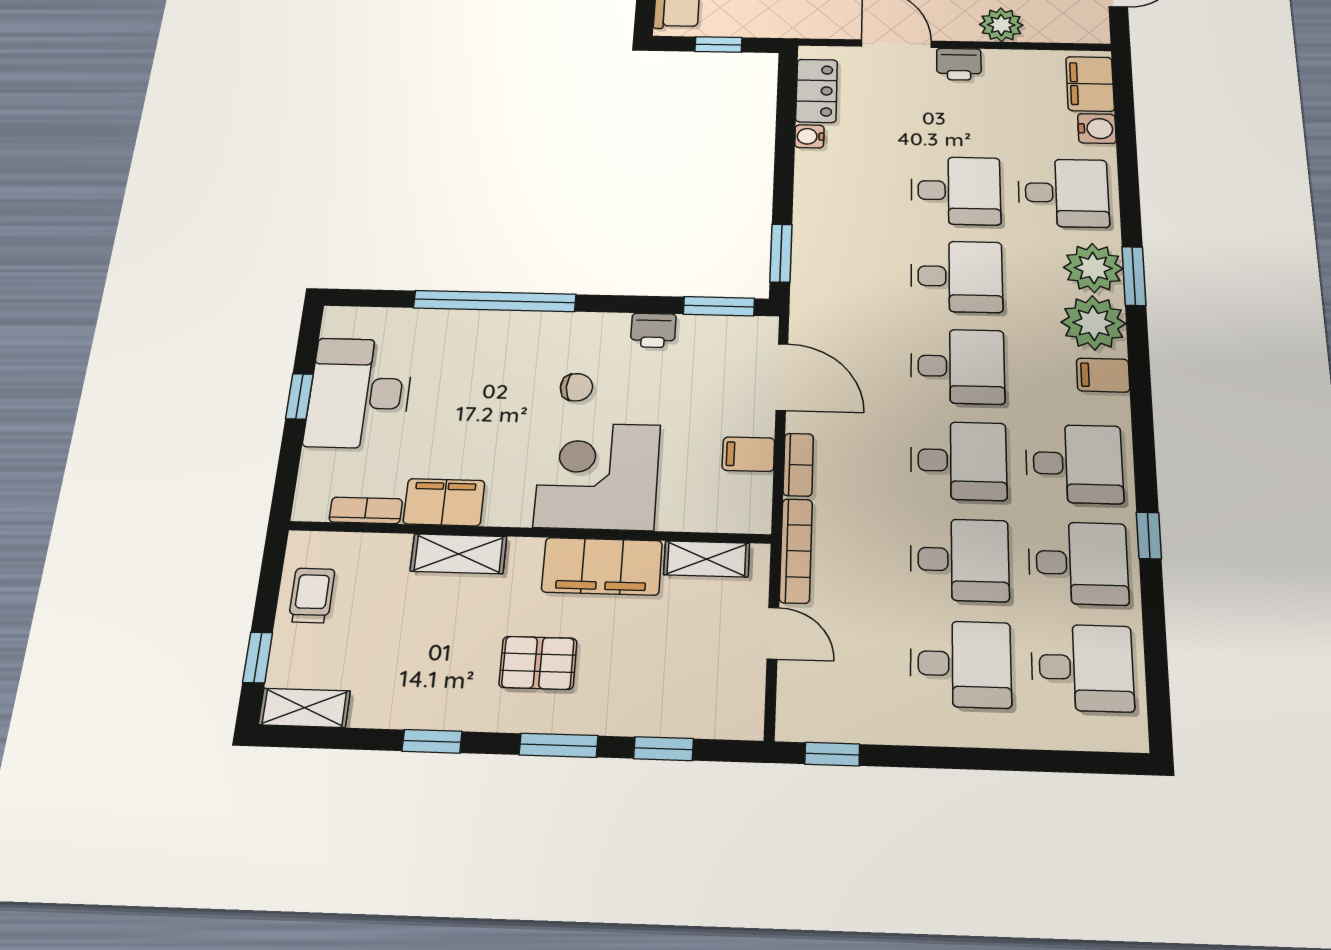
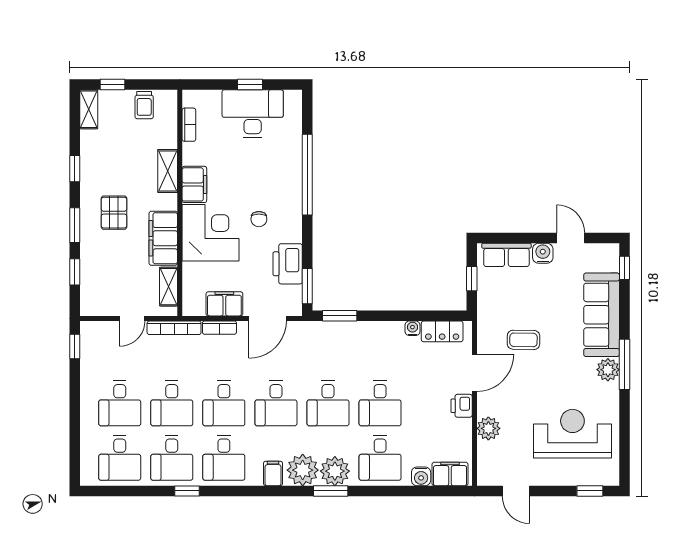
printer: (653, 330) -> (288, 264), width x1.87, depth x1.48
filing cabinet: (748, 454) -> (224, 304), width x2.00
filing cabinet: (444, 502) -> (194, 184), moved
trolley: (312, 595) -> (144, 105), turned 90

